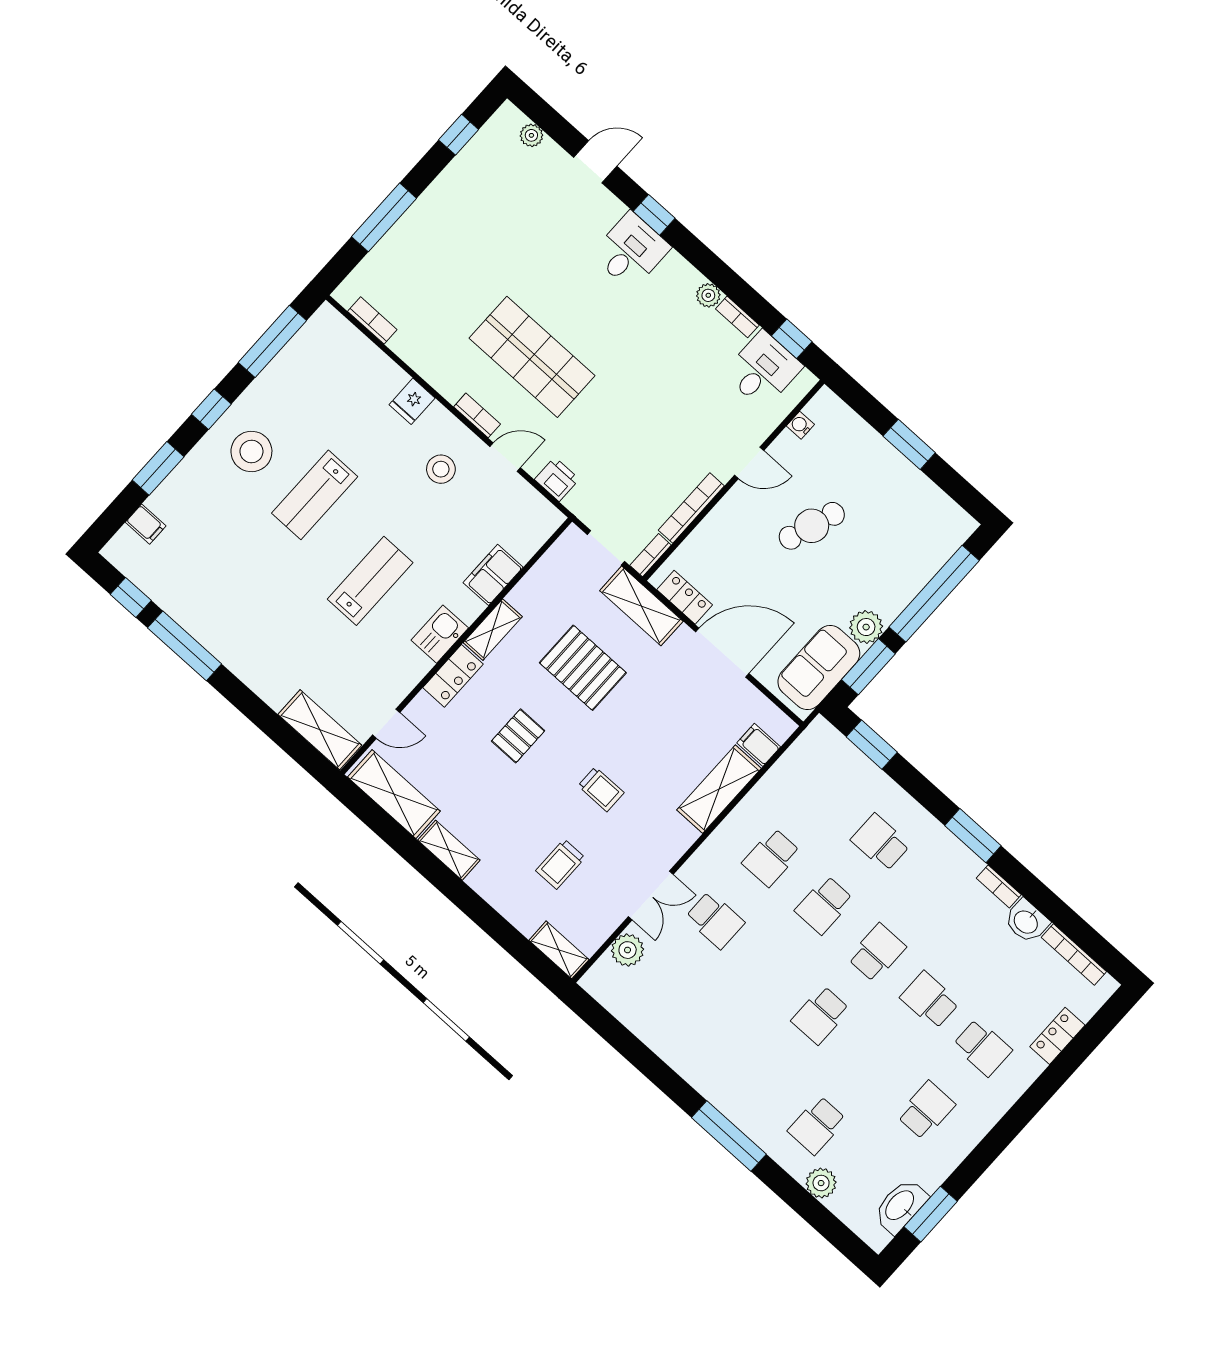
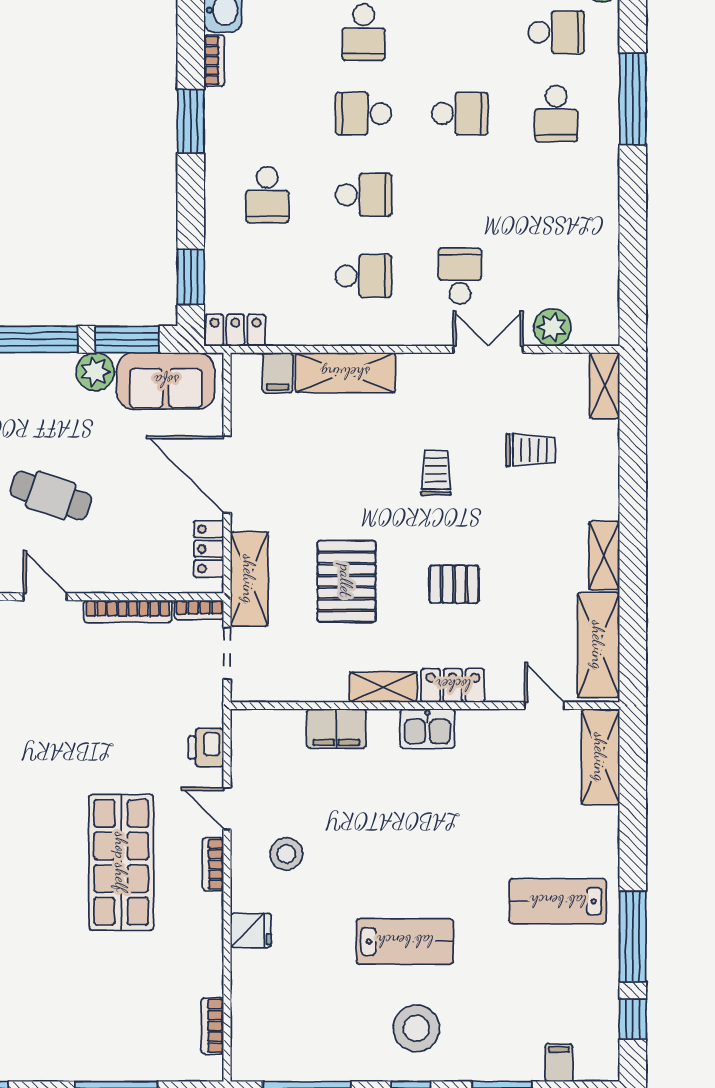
lab bench: (370, 581) -> (558, 901), moved
locker: (811, 743) -> (235, 330), added
school desk: (764, 1078) -> (556, 113), added

